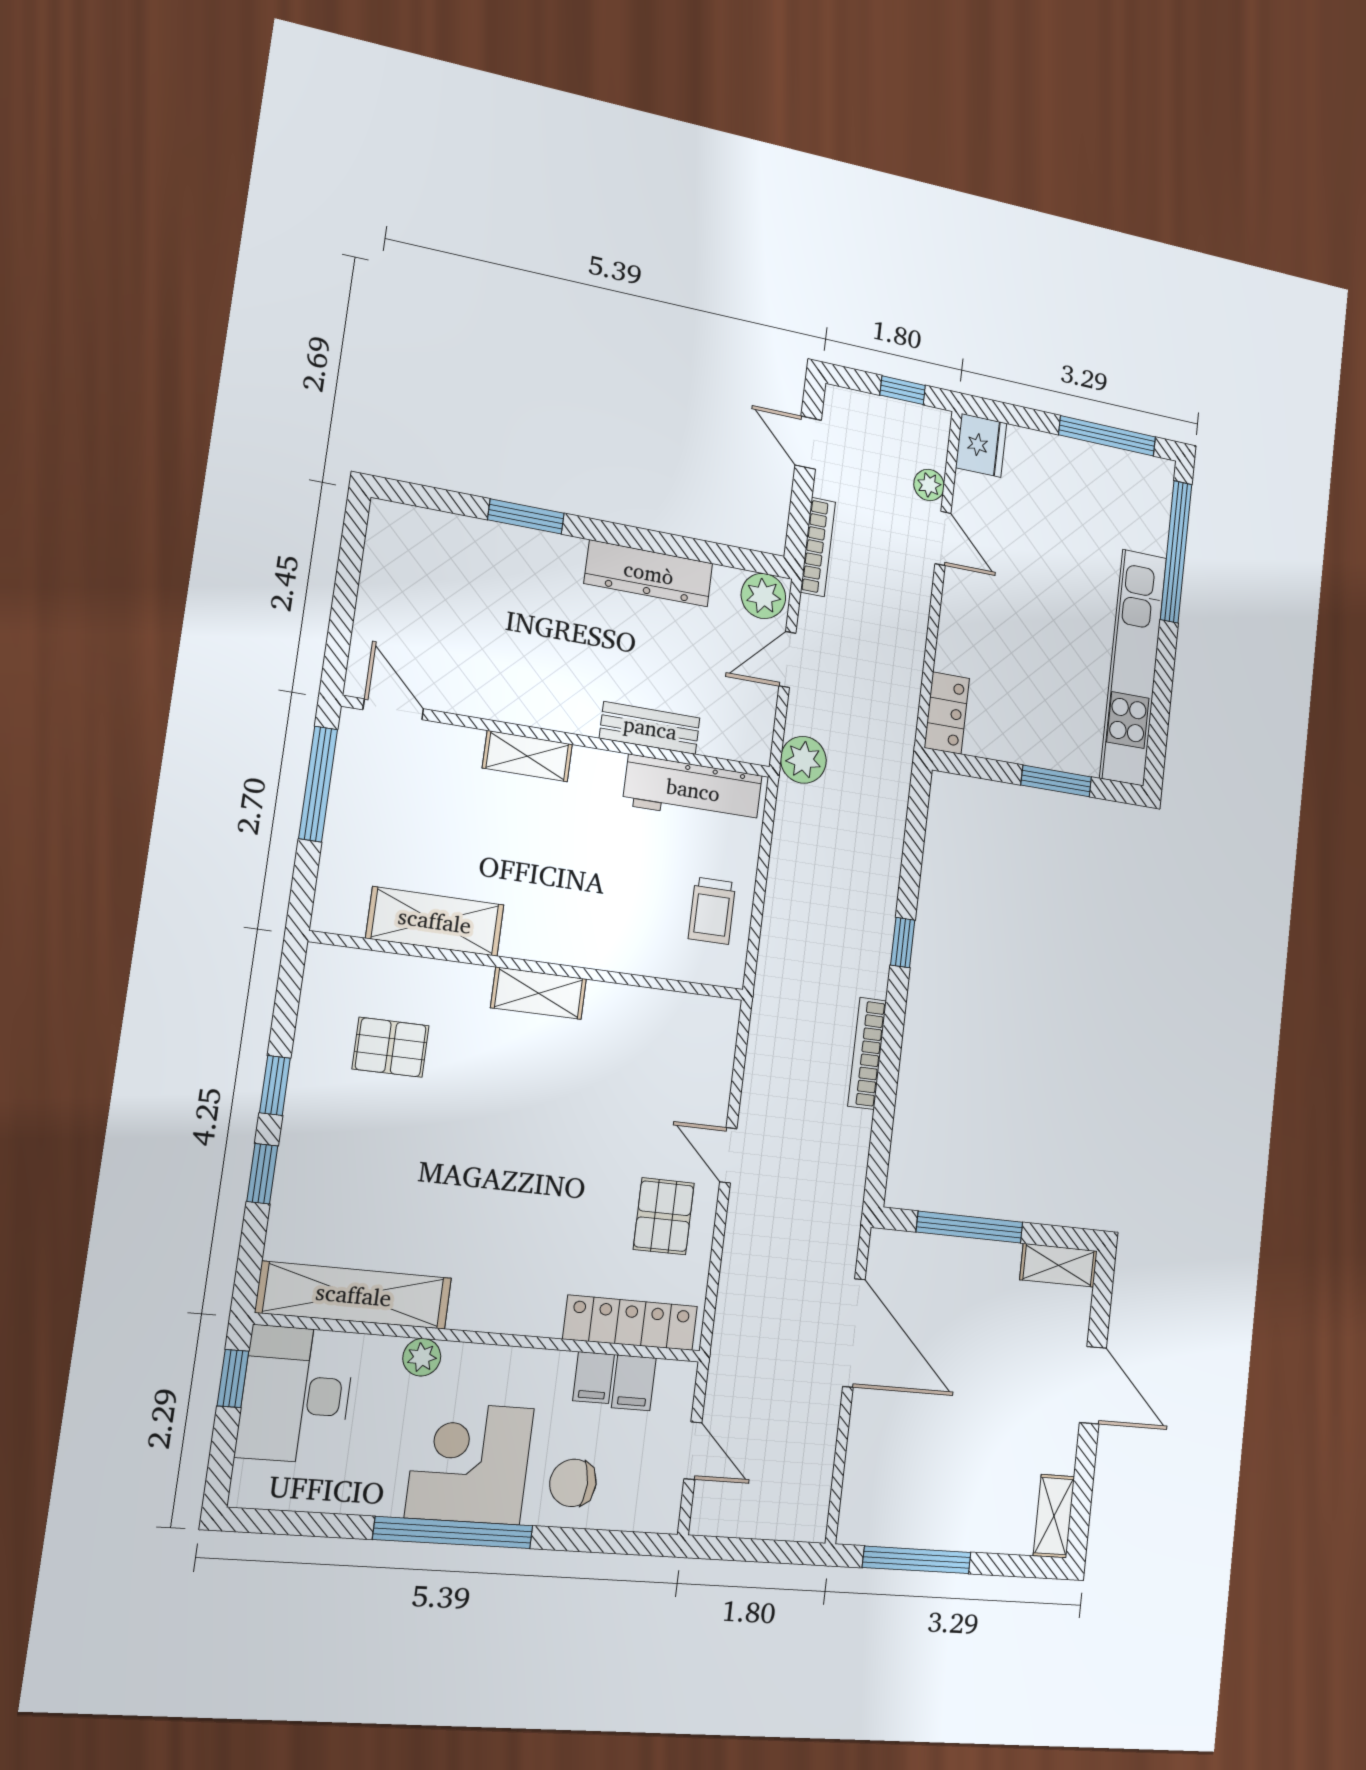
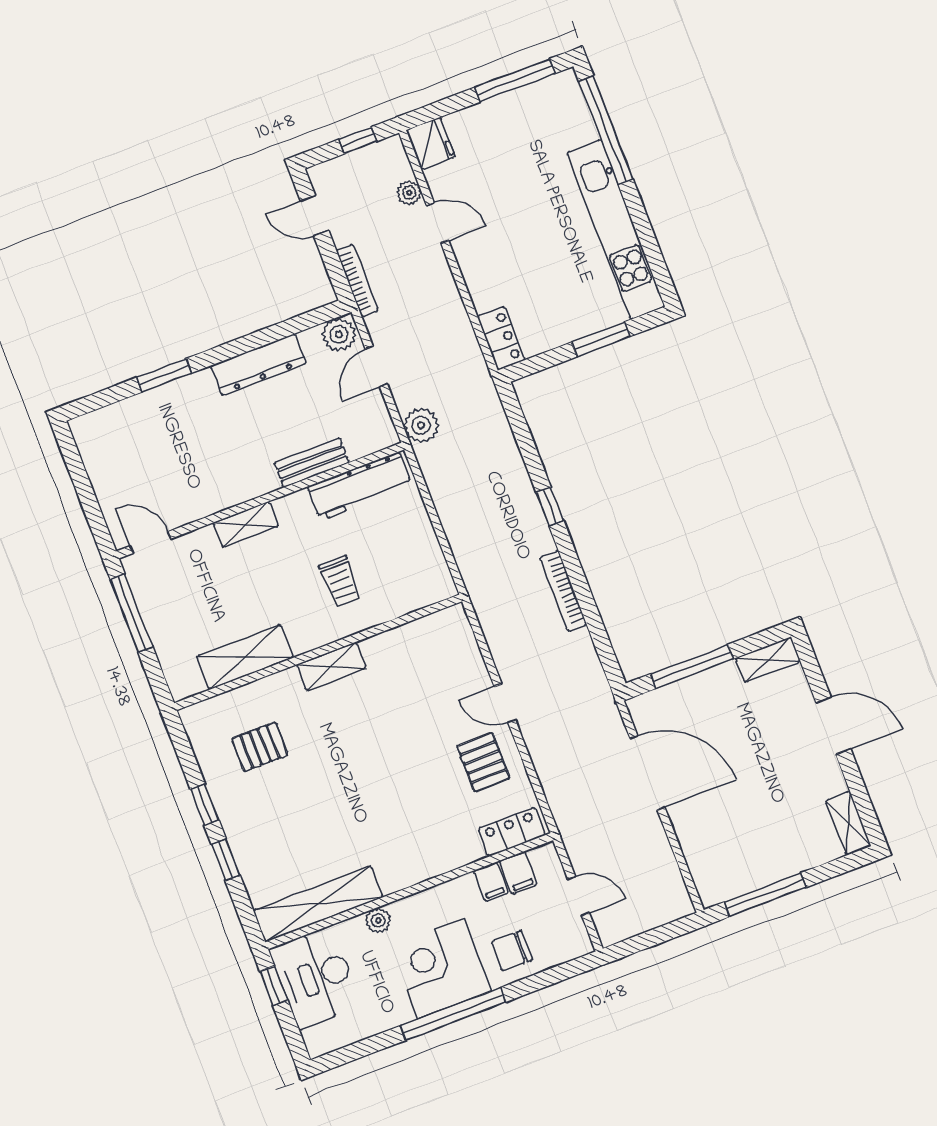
trolley: (712, 911) -> (340, 582), moved
locker: (630, 1323) -> (512, 832), width x0.66

